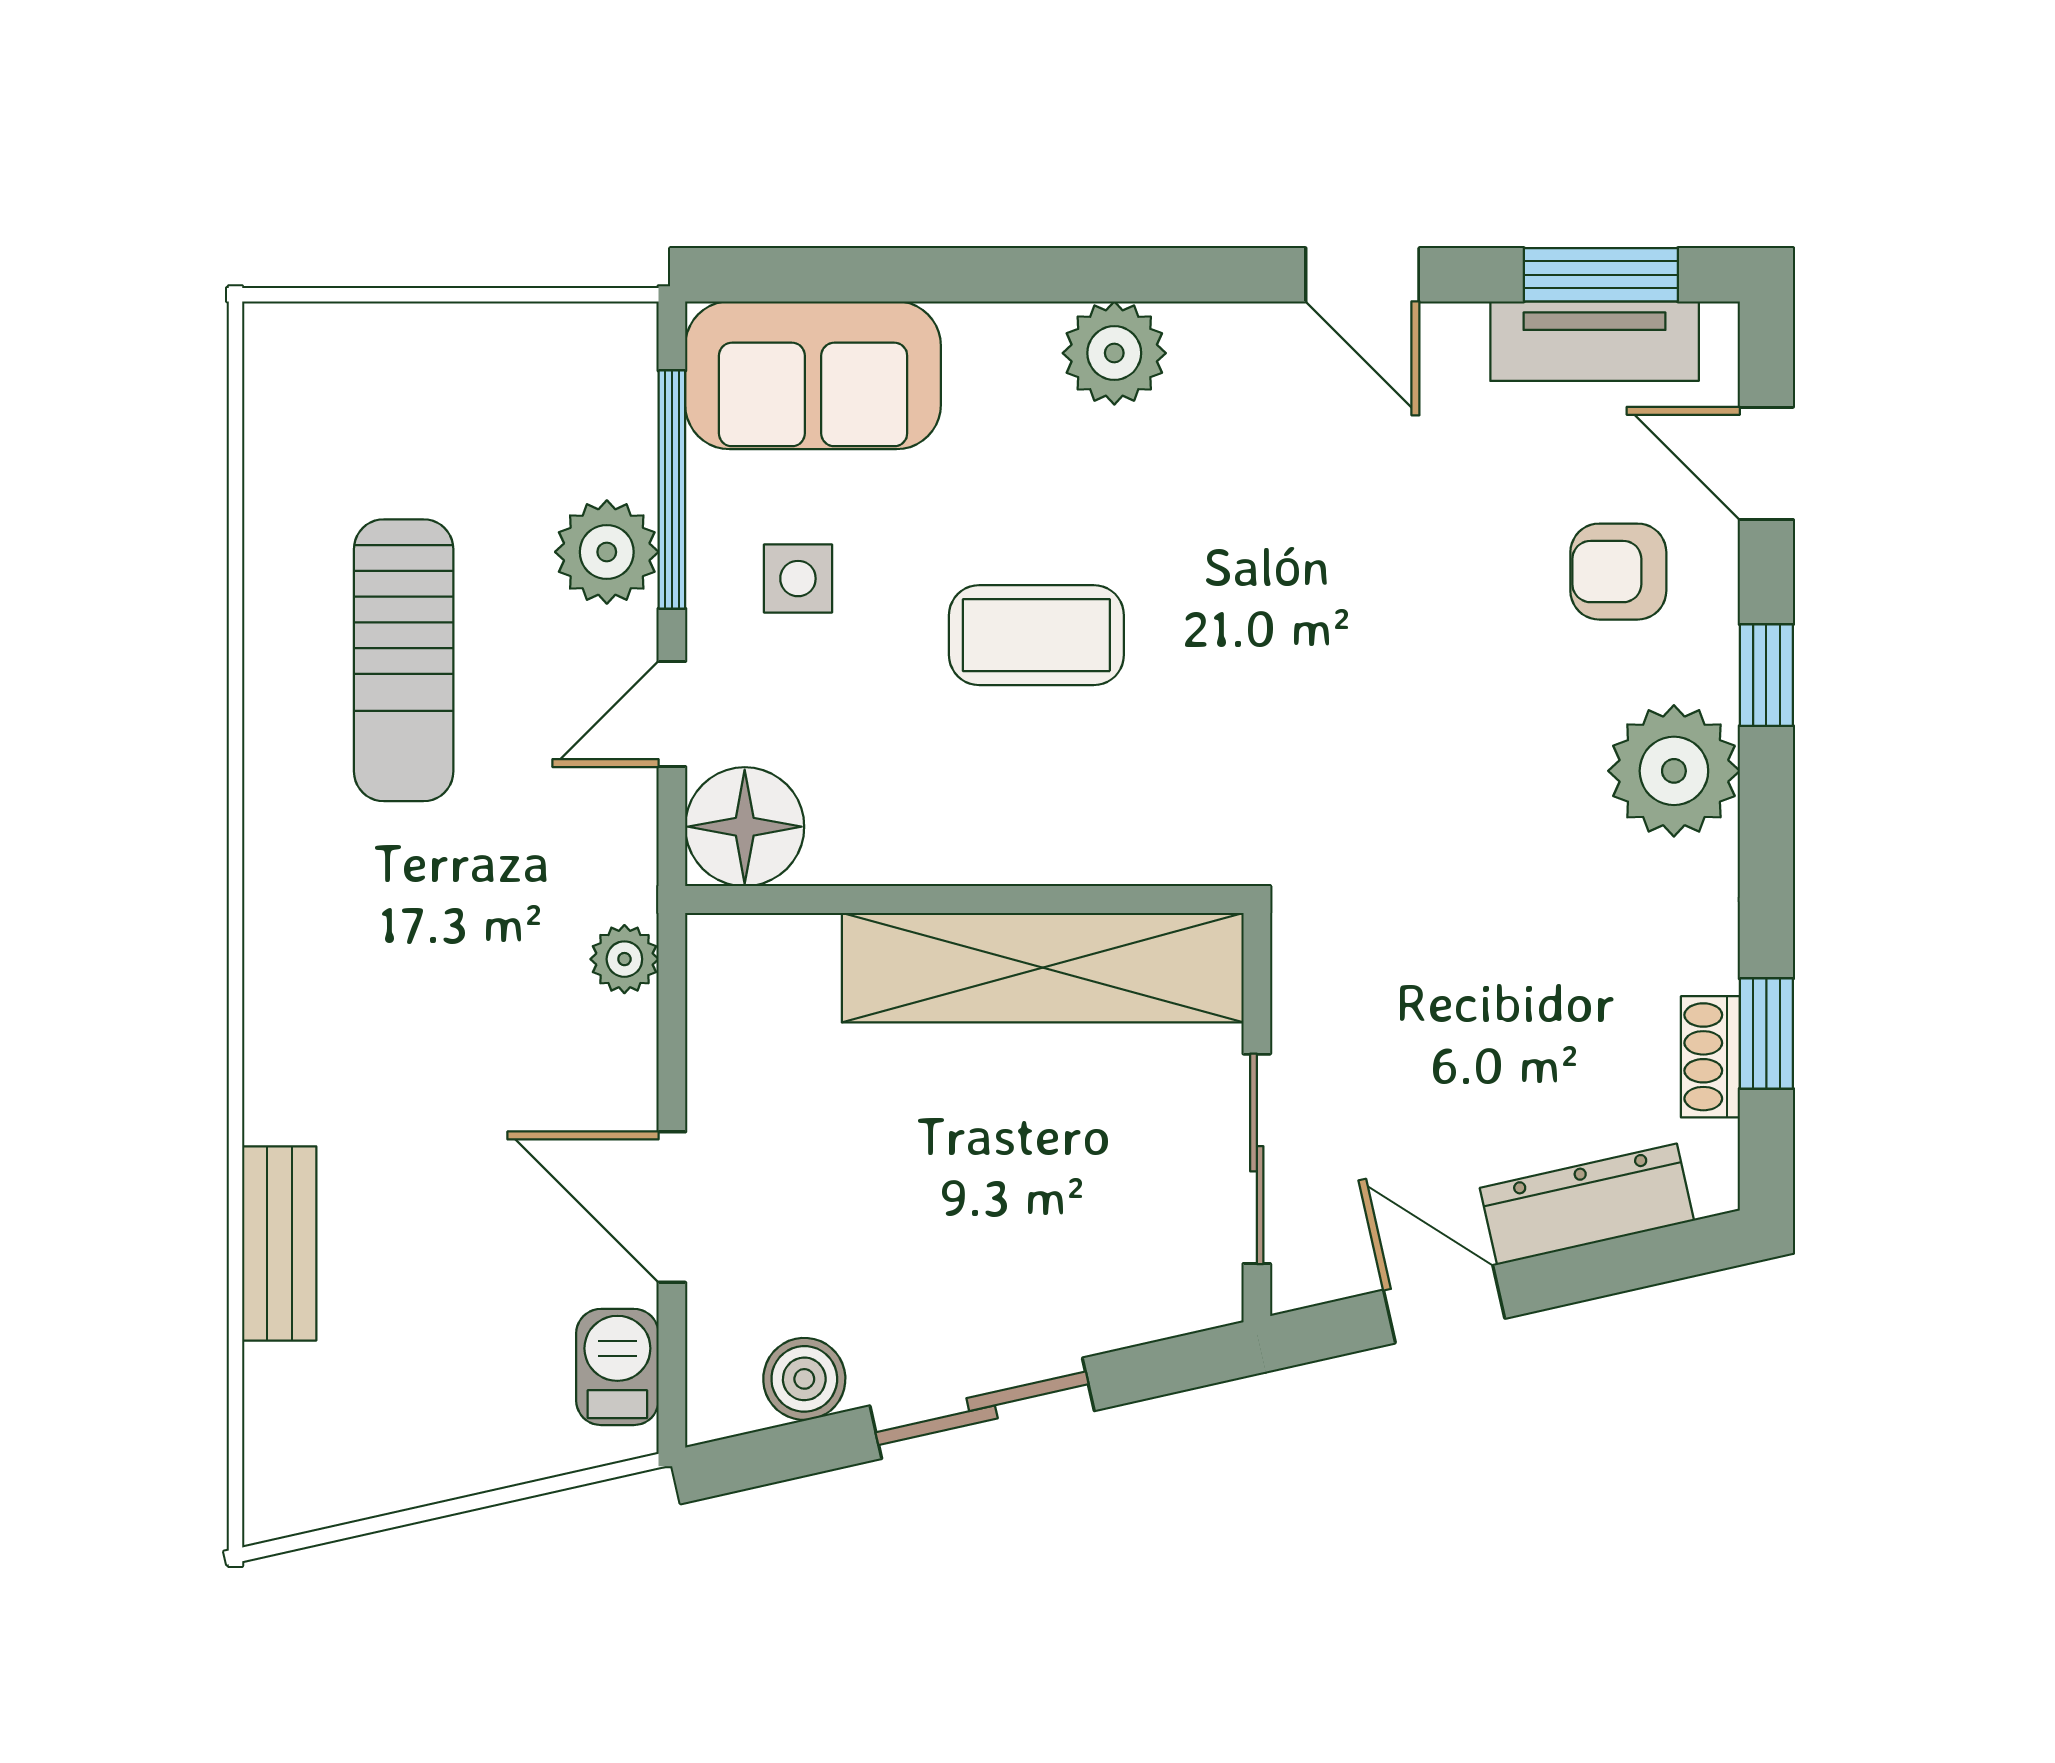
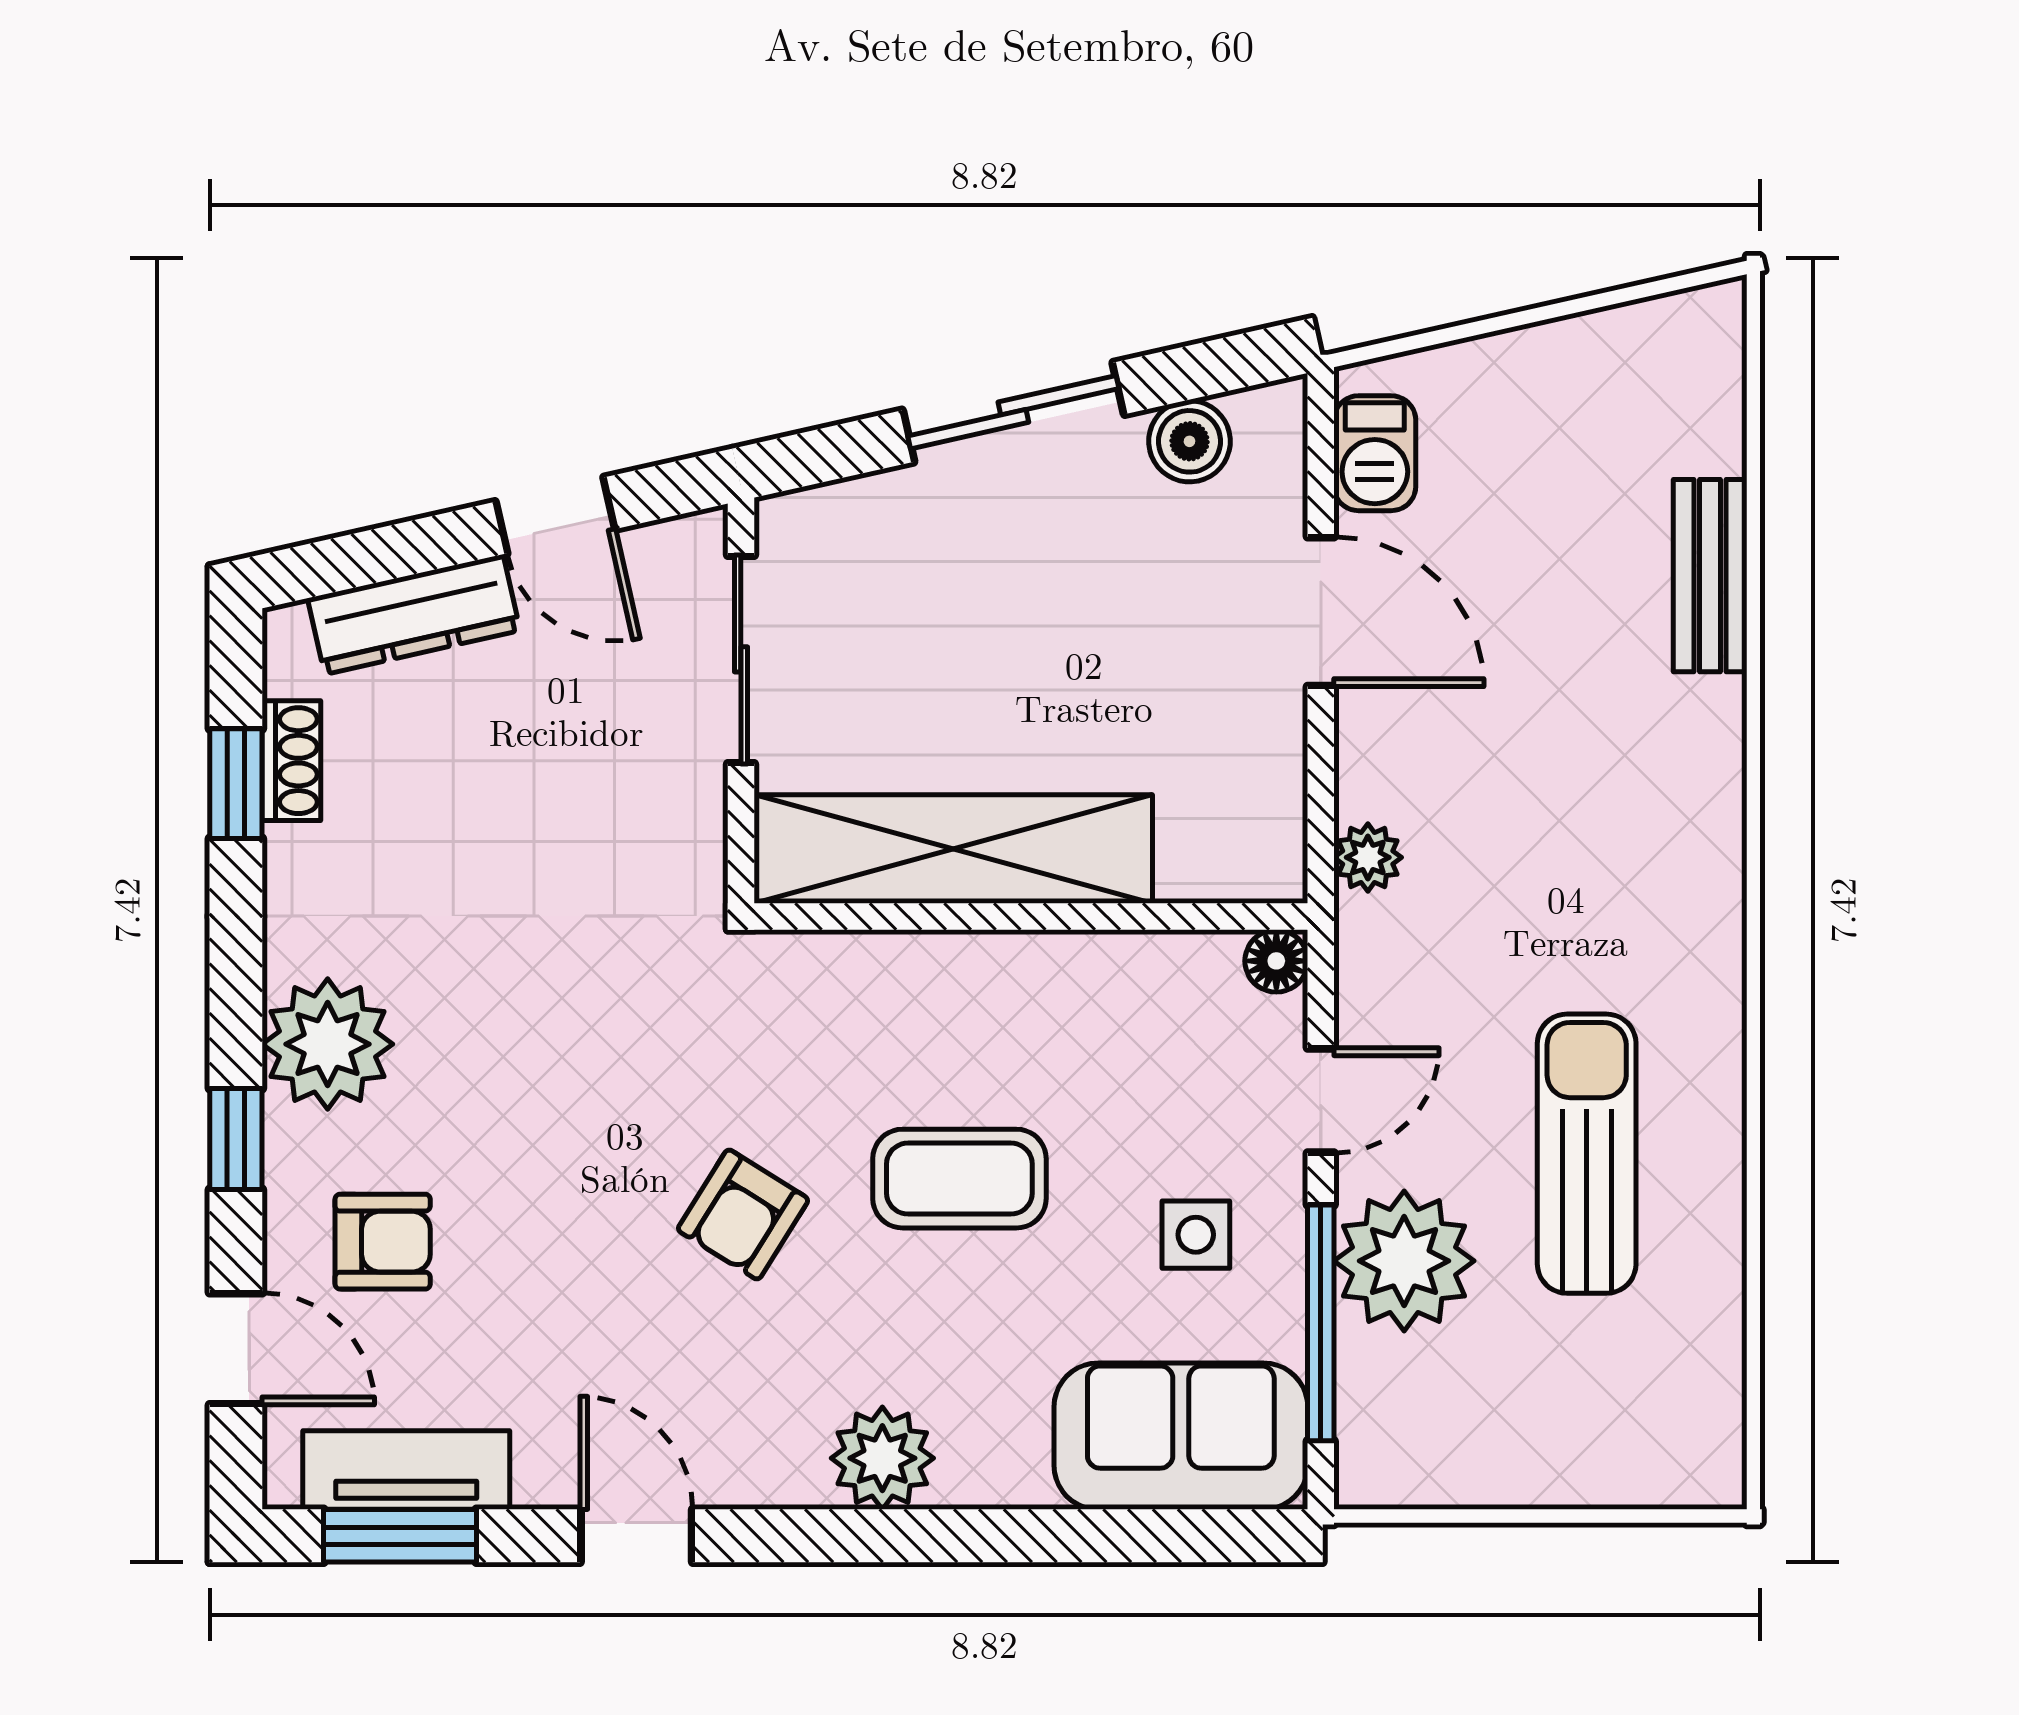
plant: (607, 552) -> (1404, 1261), width x1.36, depth x1.36
armchair: (1255, 599) -> (743, 1215), added
floor lamp: (745, 827) -> (1276, 961), width x0.53, depth x0.53

